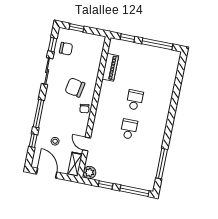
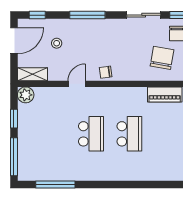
chair: (75, 87) -> (162, 58), moved
school desk: (135, 100) -> (129, 134), width x1.85
school desk: (129, 129) -> (91, 134), width x1.85
window: (33, 141) -> (37, 15), moved
door: (87, 144) -> (77, 84), moved

